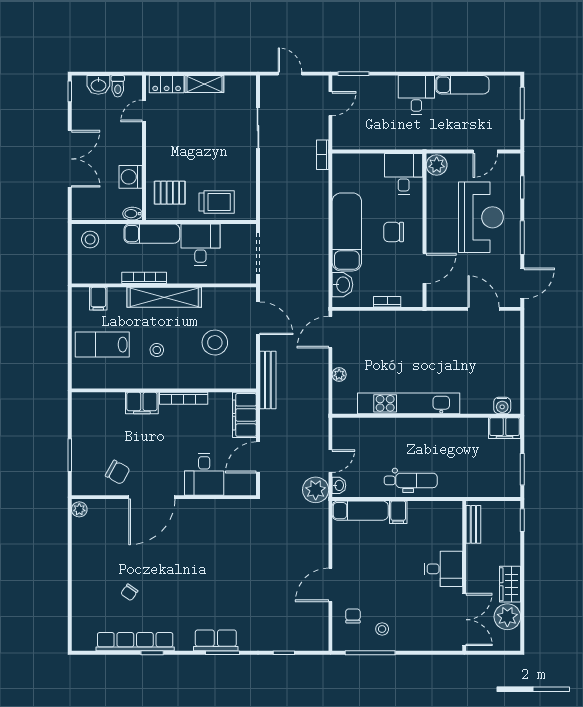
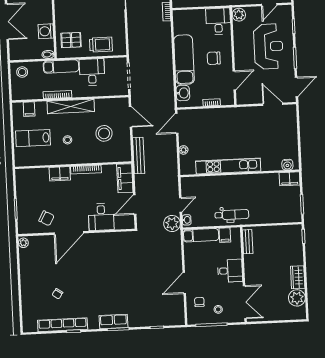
bench: (473, 524) -> (248, 242), moved
desk: (443, 569) -> (230, 271), moved
wall: (464, 576) -> (243, 275), moved
double door: (464, 620) -> (245, 302), moved

